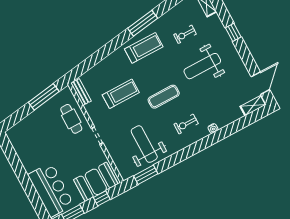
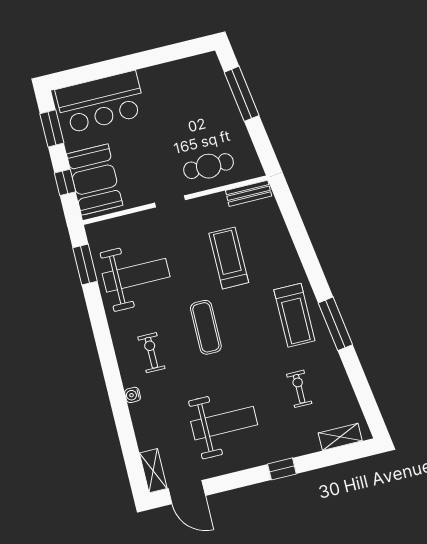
weight bench: (202, 66) -> (224, 423), moved, turned 90
treadmill: (121, 94) -> (229, 258), turned 180
window: (44, 97) -> (242, 94), moved

